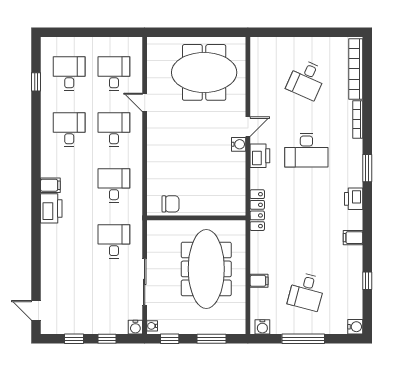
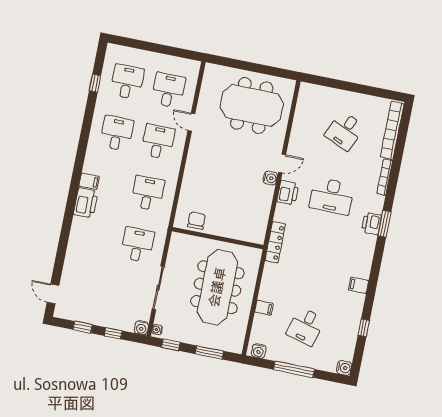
printer: (354, 199) -> (371, 224), moved
chair: (171, 204) -> (196, 221), turned -90

